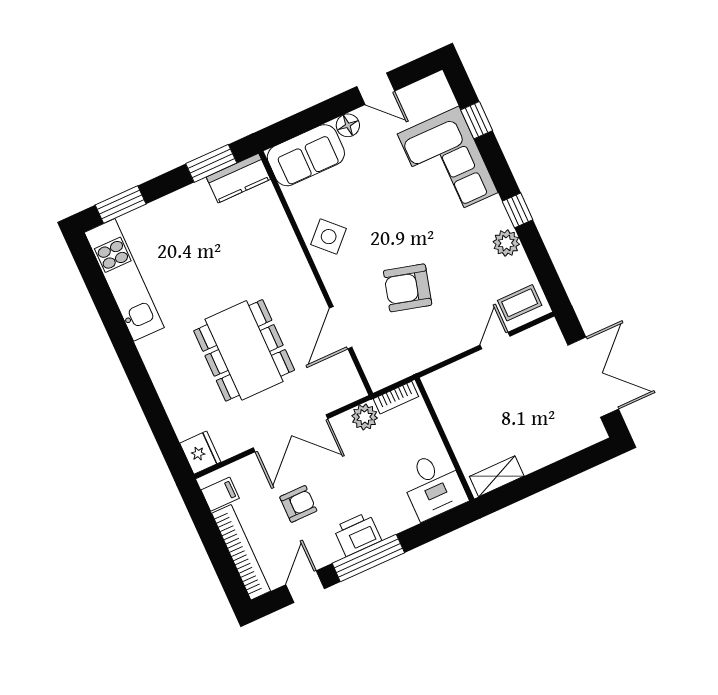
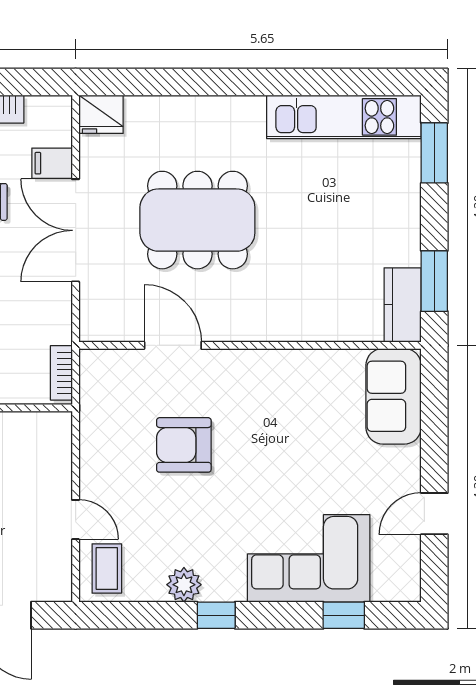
floor lamp: (348, 125) -> (406, 461), removed
side table: (329, 237) -> (286, 380), removed
armchair: (408, 288) -> (184, 445), turned -105
plant: (365, 417) -> (55, 326), removed
filing cabinet: (220, 494) -> (52, 163), moved, turned 90

